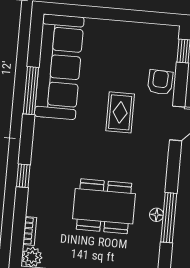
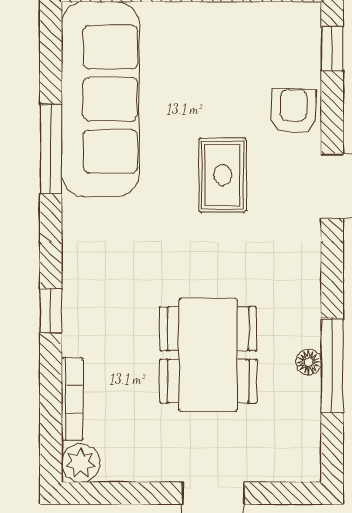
dining table: (104, 206) -> (208, 355), turned 90
bookcase: (30, 231) -> (72, 399), width x1.56

